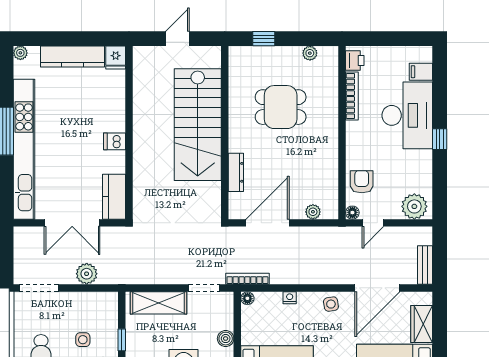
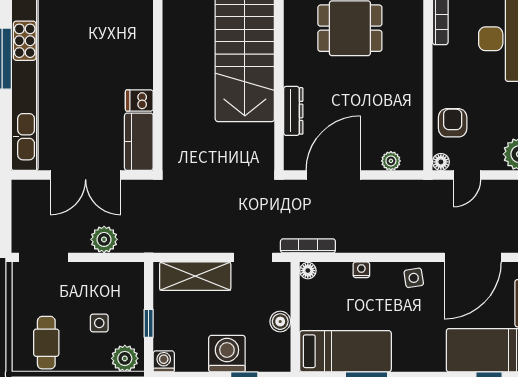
dishwasher: (114, 141) -> (139, 100), moved

